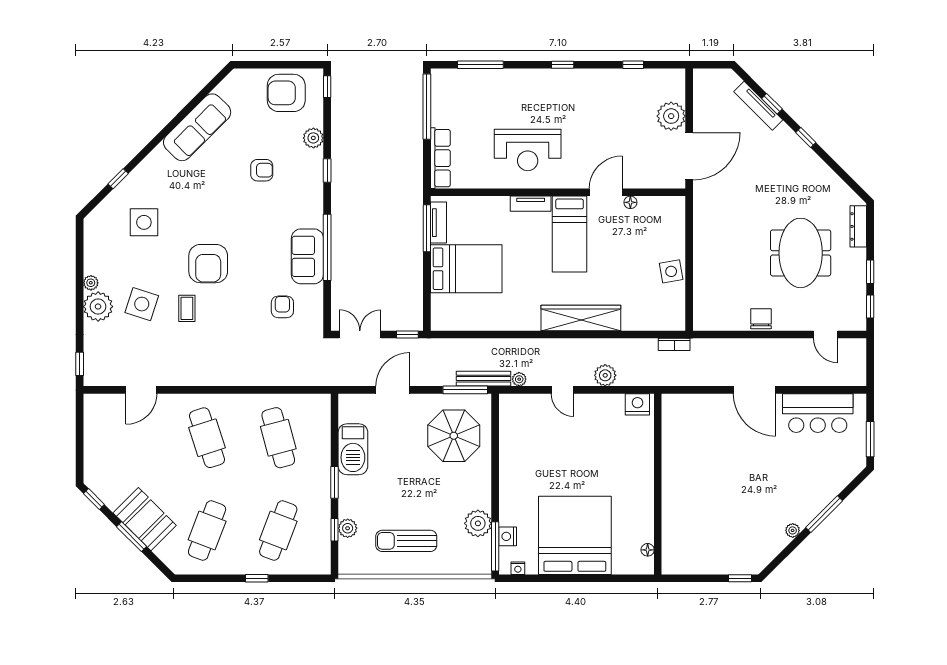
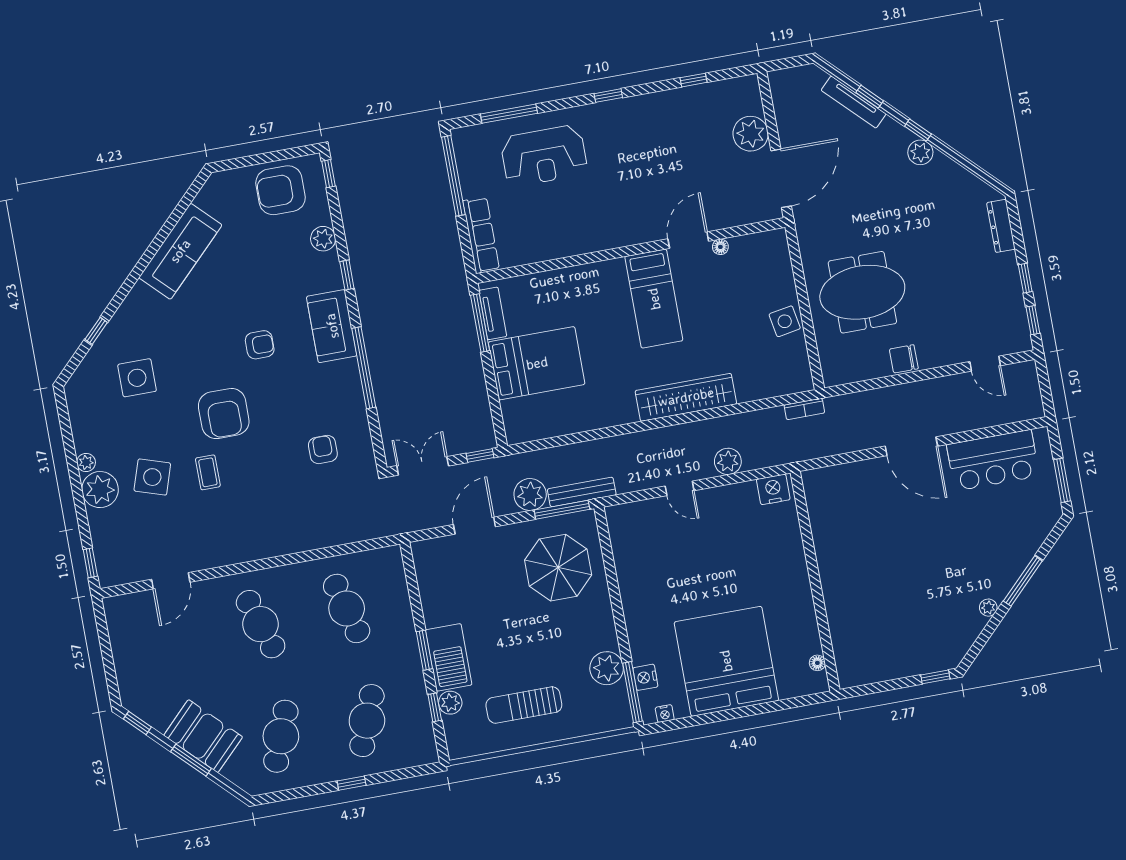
reception desk: (528, 150) -> (544, 156), moved
plant: (804, 156) -> (920, 152), added
armchair: (262, 170) -> (260, 345), moved
tv unit: (531, 204) -> (600, 270), removed
meeting table: (801, 253) -> (862, 292), moved, turned 90
sofa: (307, 256) -> (332, 326), moved
chair: (761, 319) -> (904, 359), turned -90
plant: (519, 379) -> (530, 495), moved, width x1.88, depth x1.88
barbecue: (353, 449) -> (449, 657), moved

